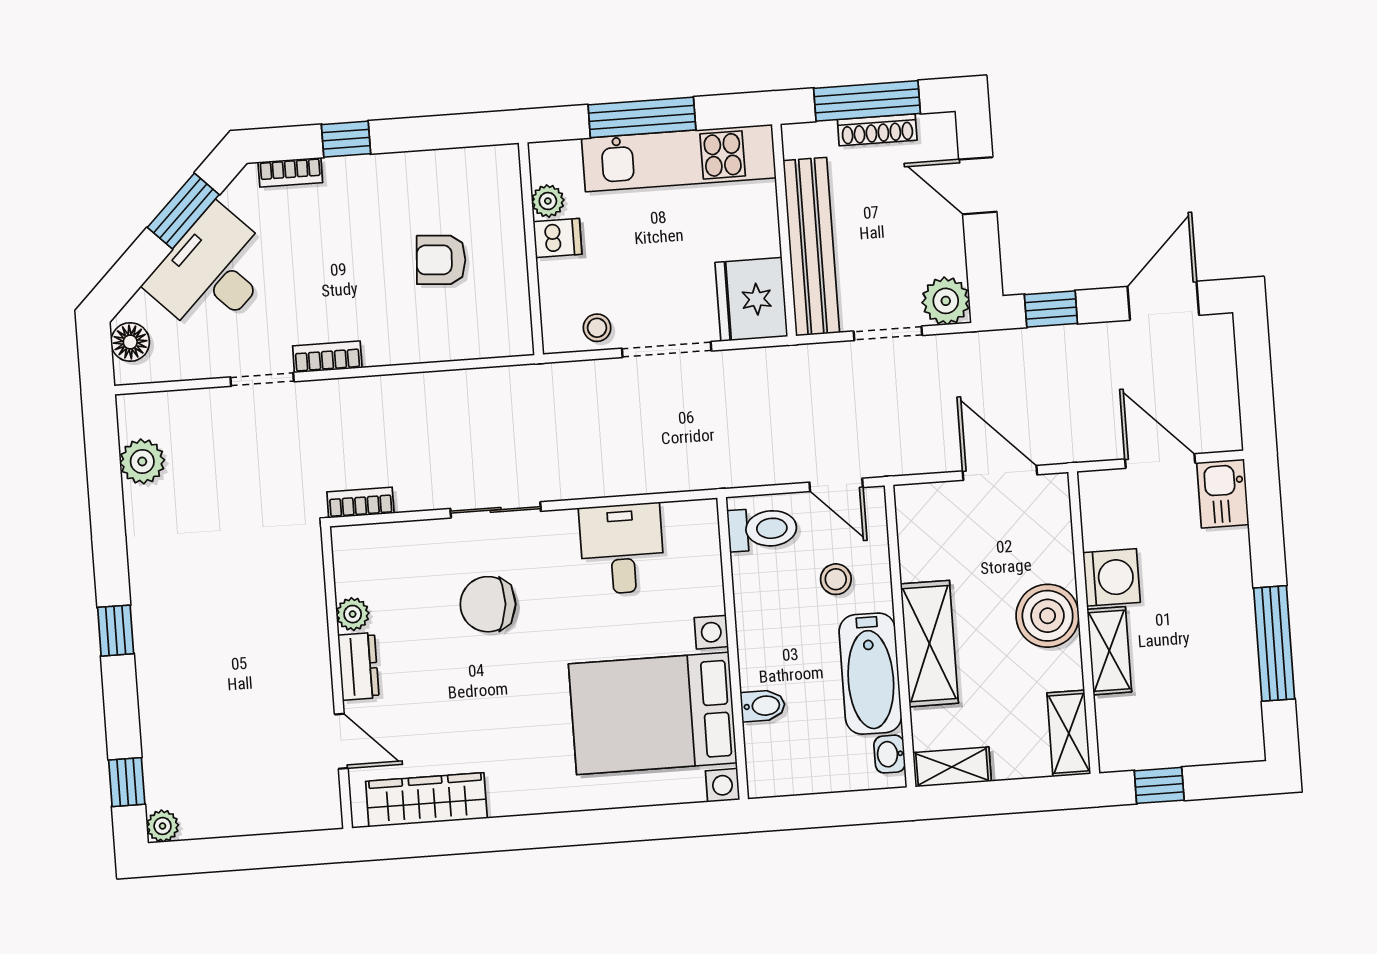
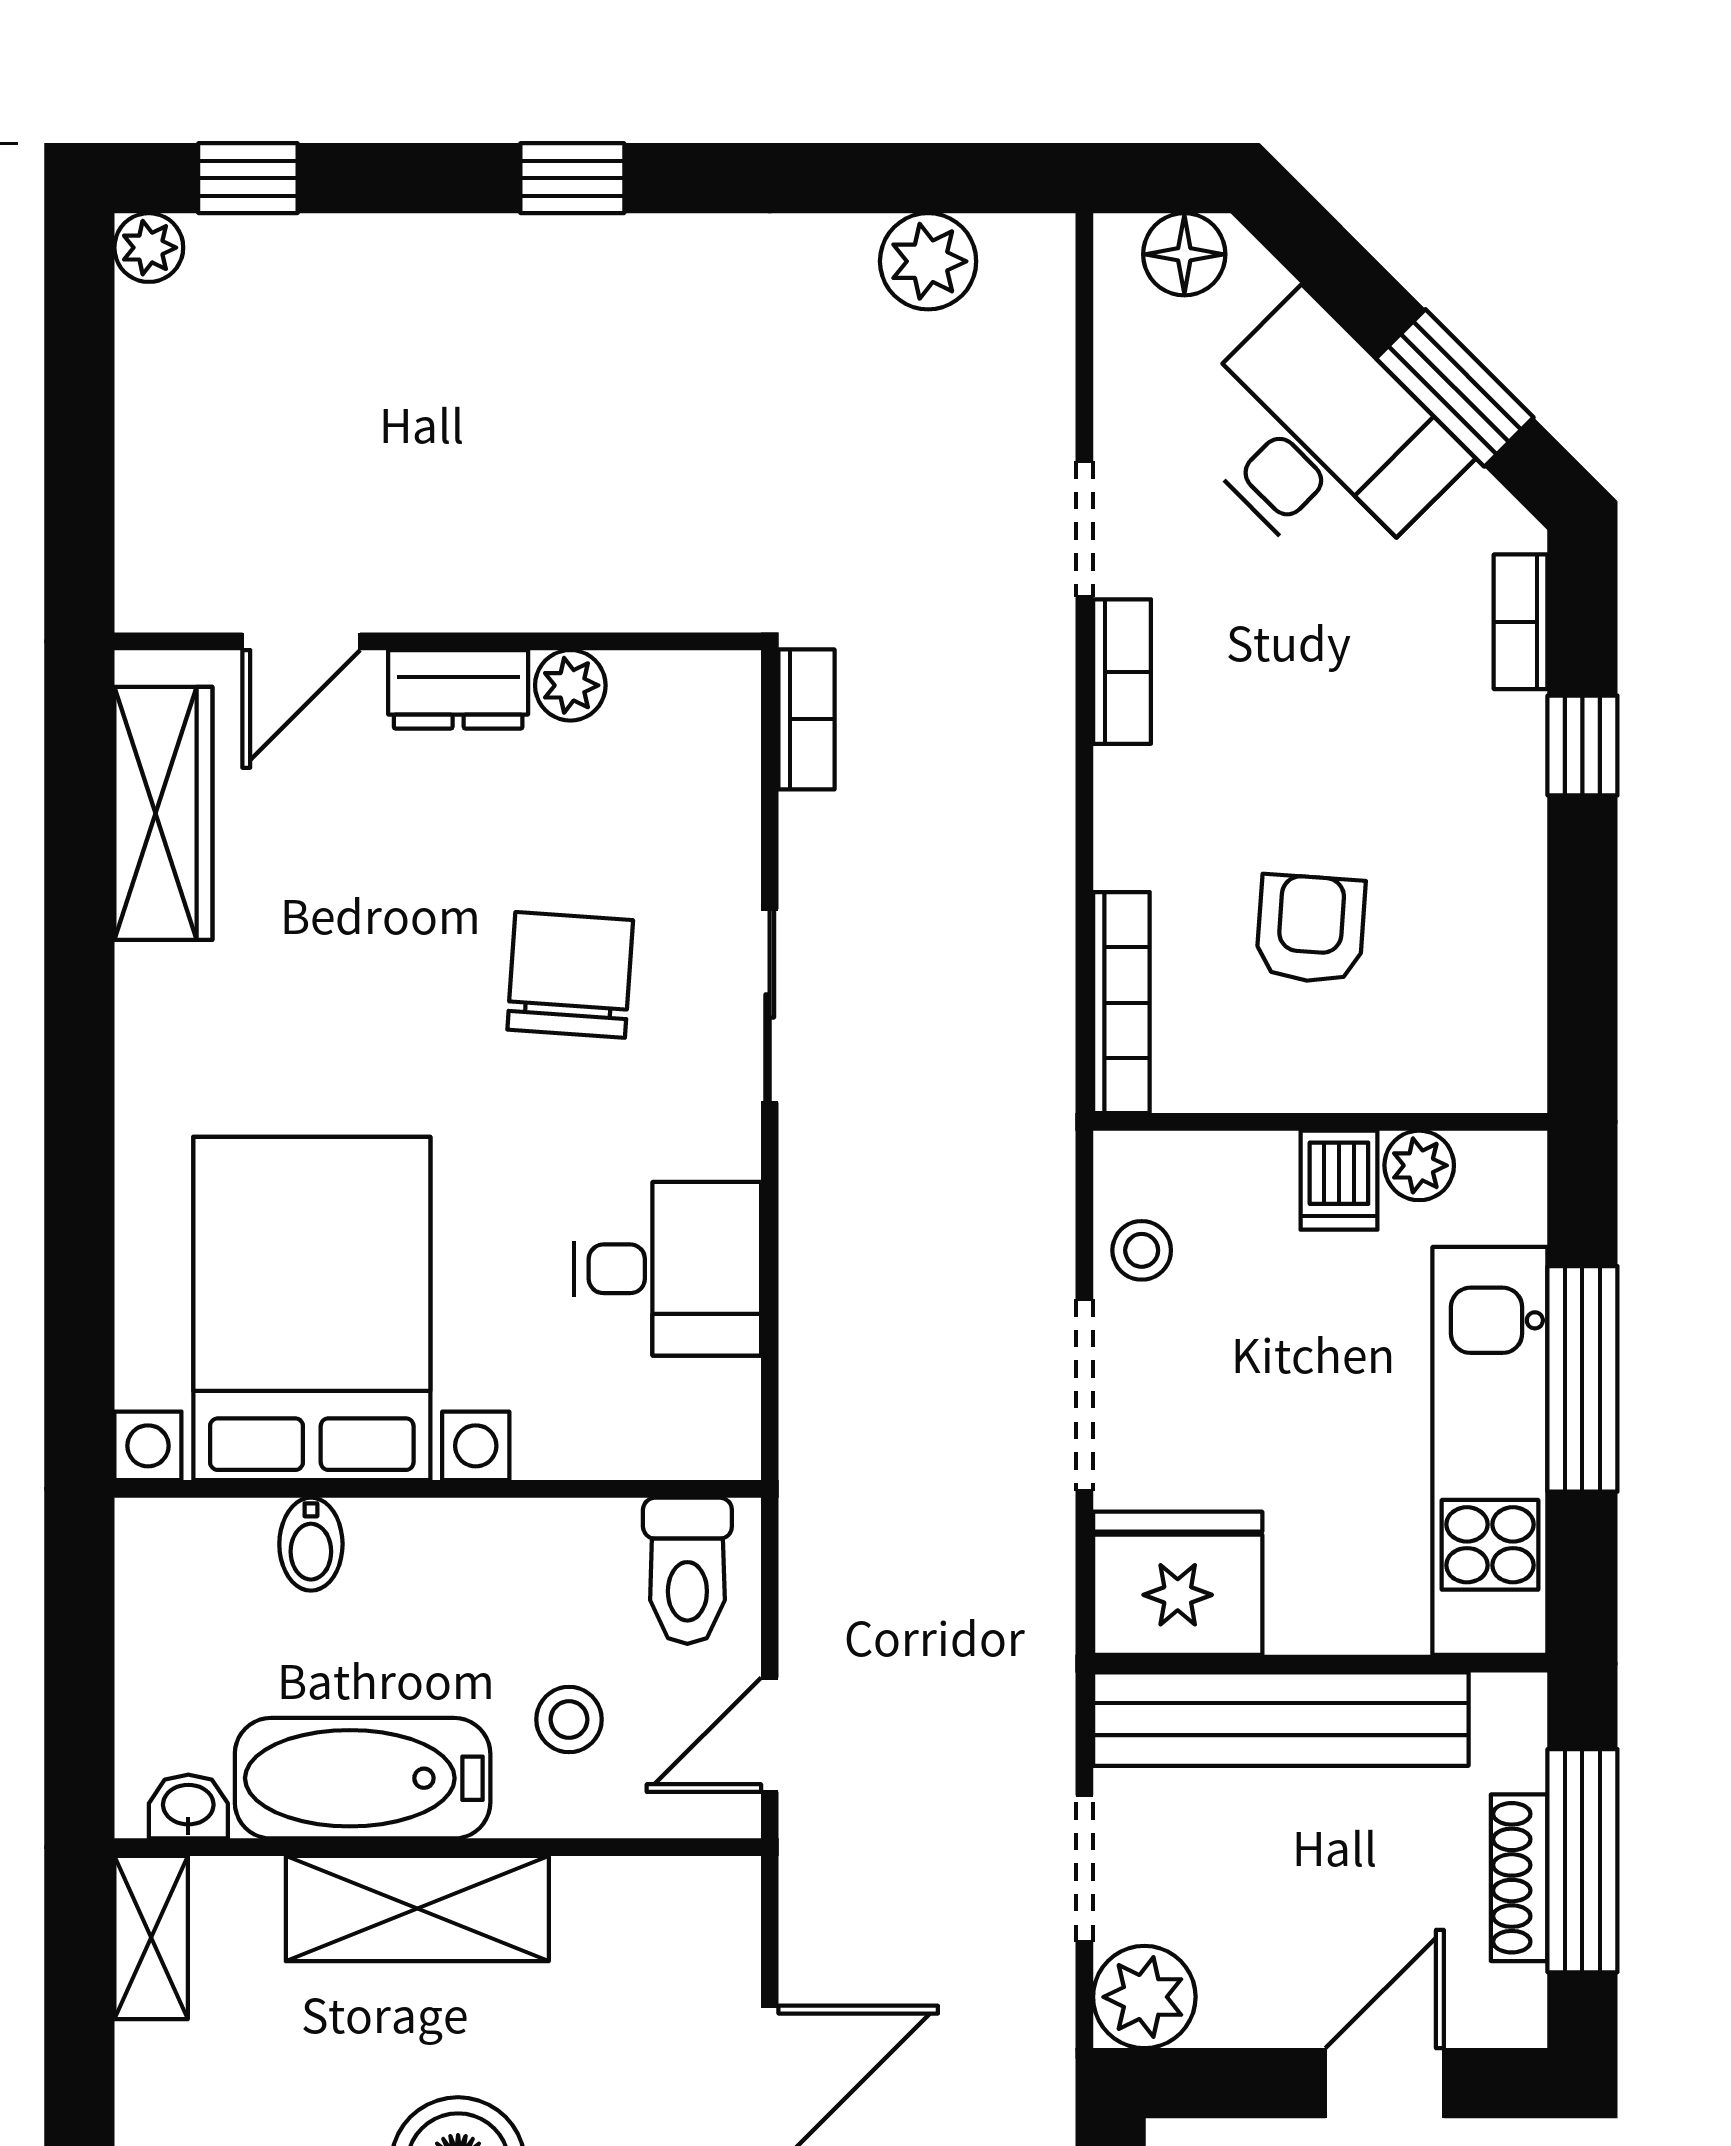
bookcase: (482, 346) -> (1121, 1003), added

